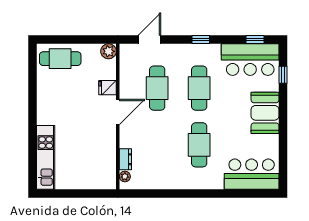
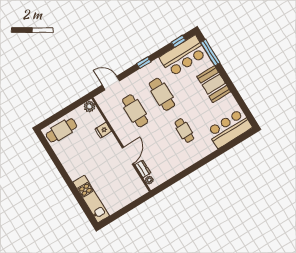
door: (149, 39) -> (111, 83), hinge flipped
window: (283, 75) -> (210, 53), width x2.17
door: (118, 112) -> (128, 156), moved
cafe table: (199, 145) -> (184, 131), width x0.73, depth x0.74

